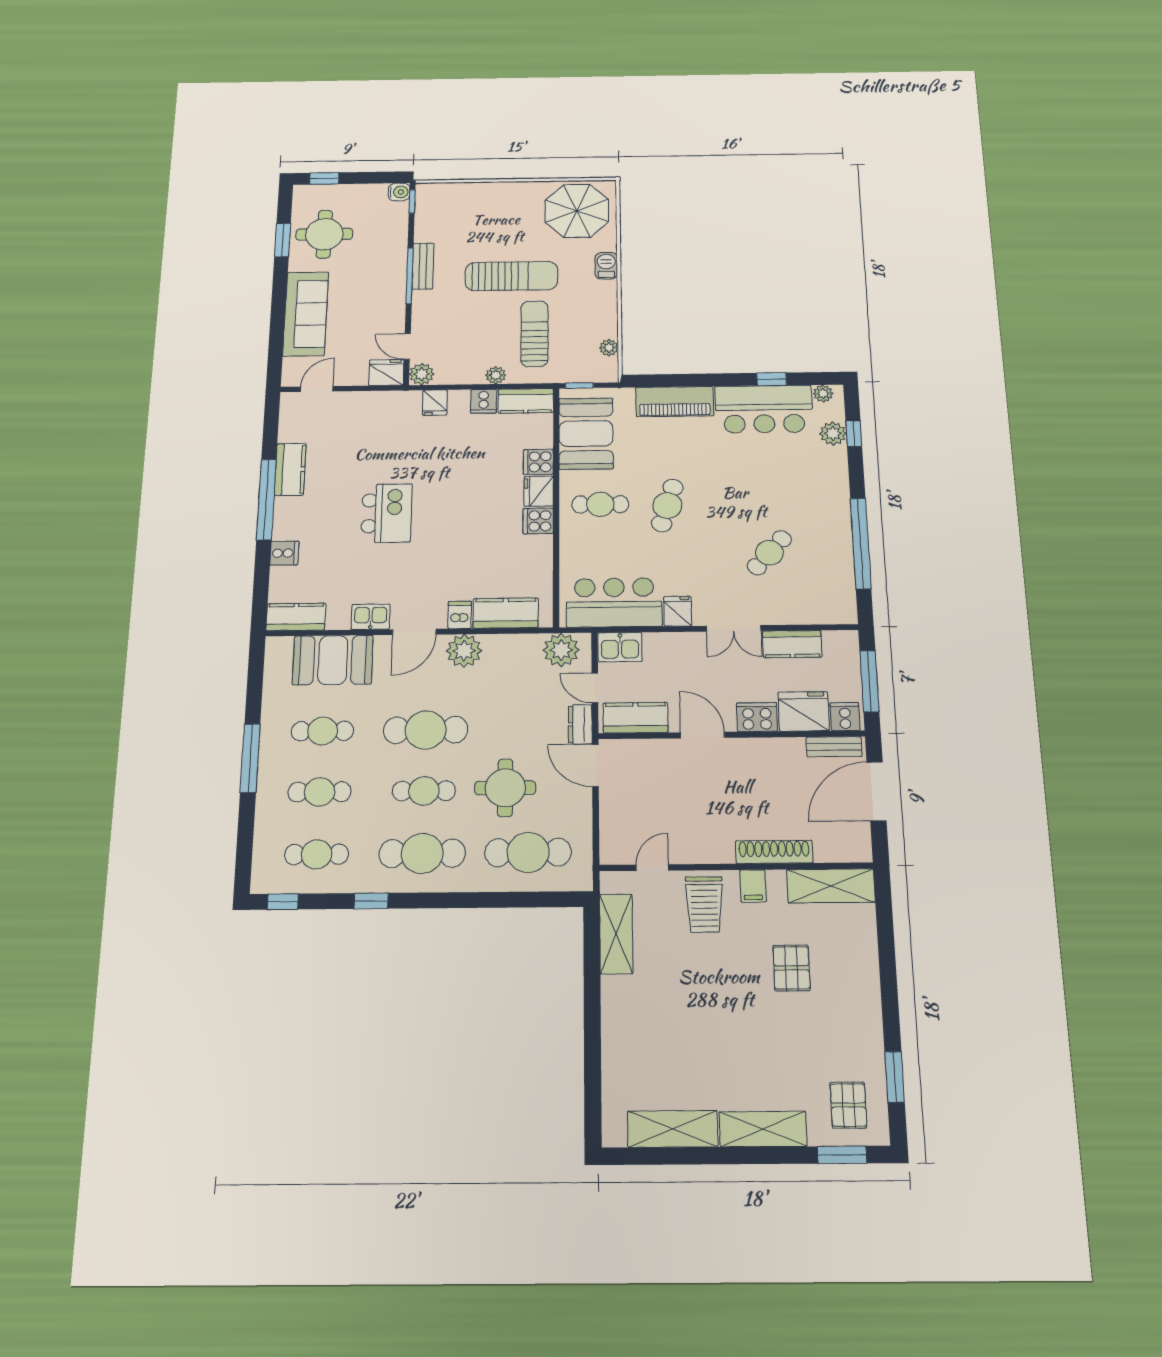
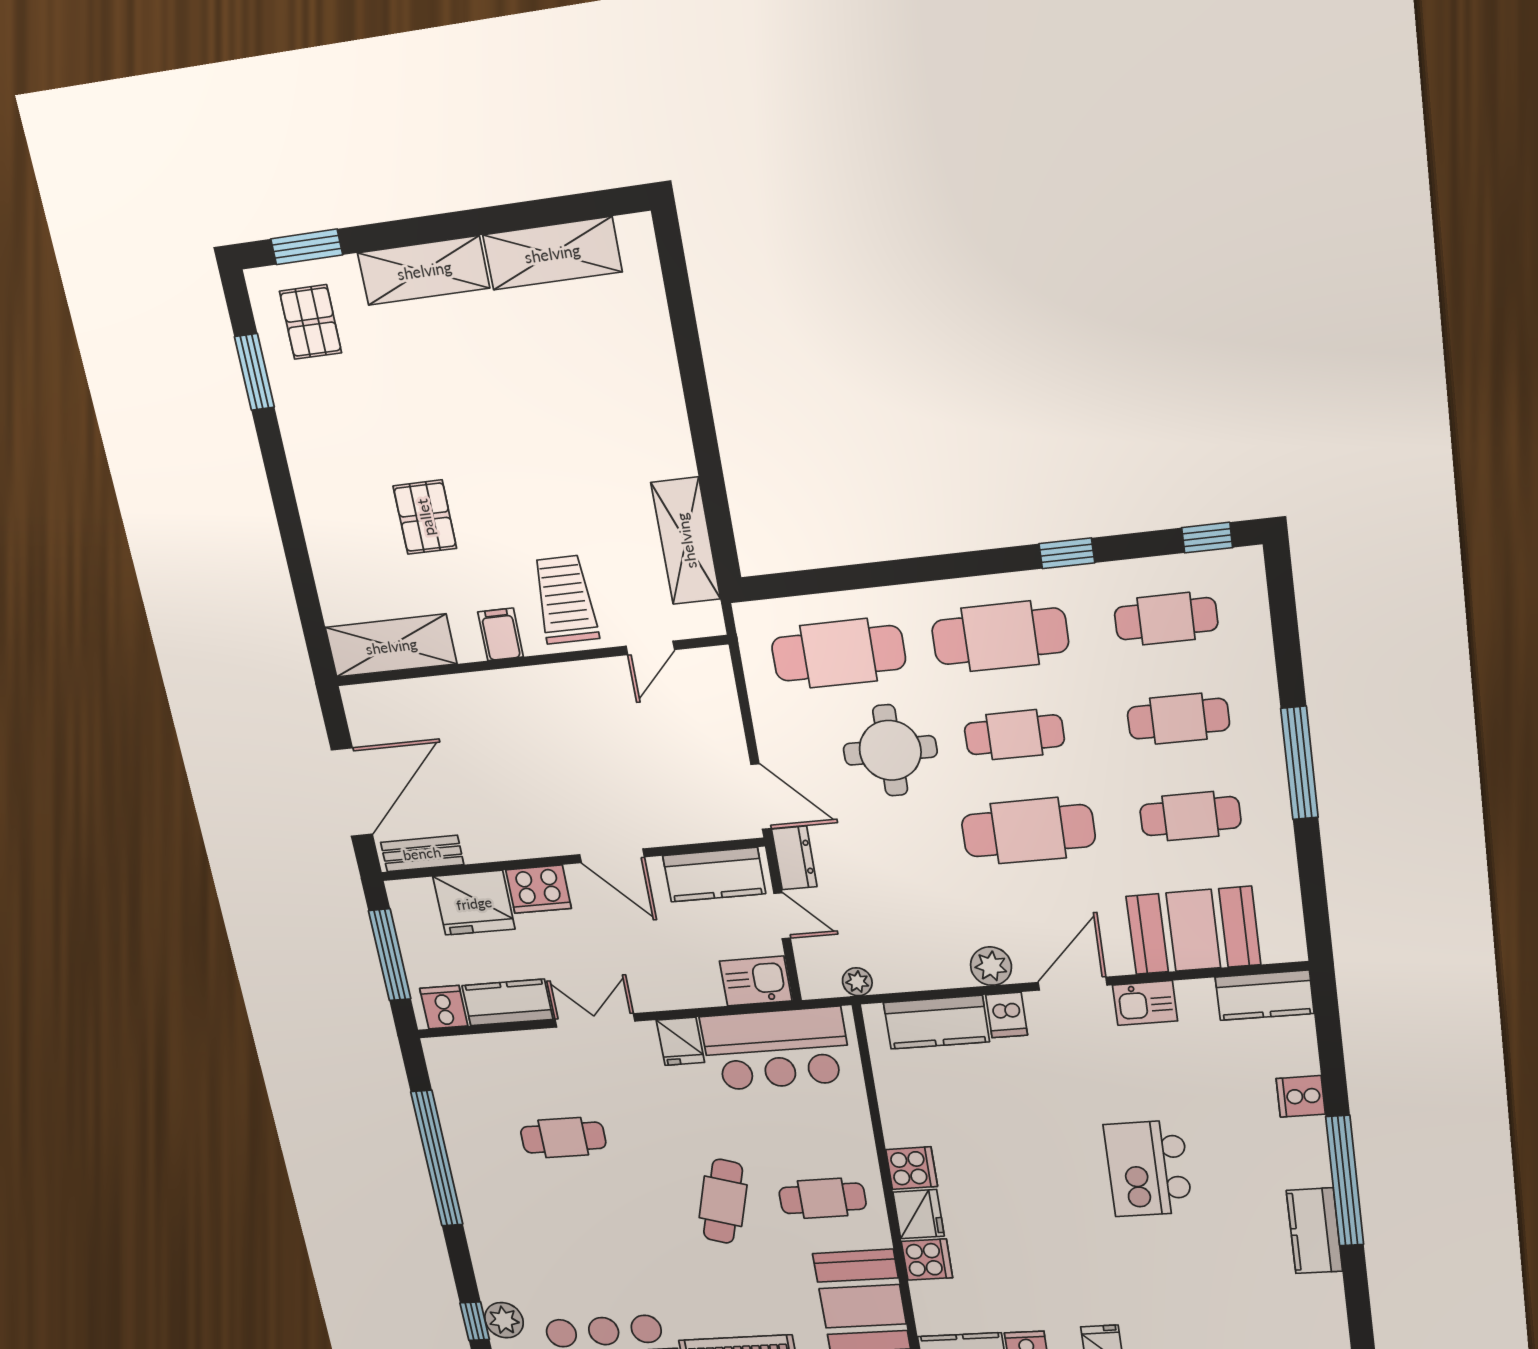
cafe table: (769, 553) -> (563, 1138), turned 49
plant: (561, 650) -> (857, 982), width x0.53, depth x0.53
plant: (464, 651) -> (991, 966), width x0.73, depth x0.73
cooker: (845, 717) -> (444, 1007), moved, turned 180
shoe rack: (774, 852) -> (479, 689), removed

